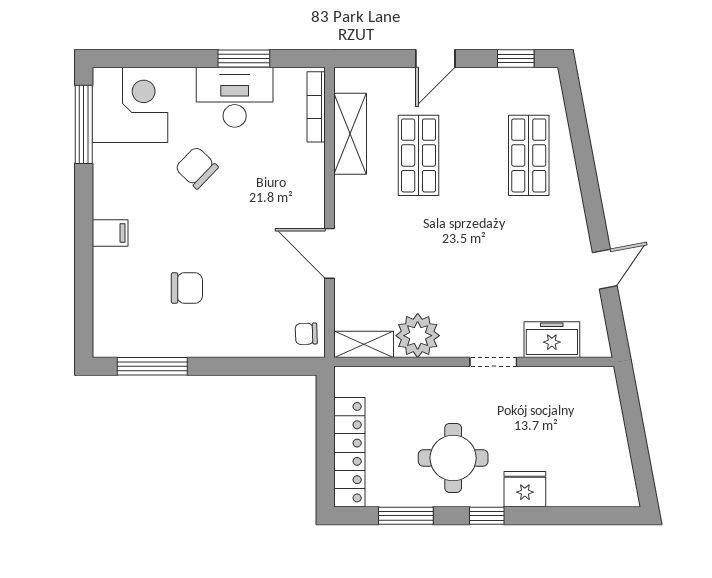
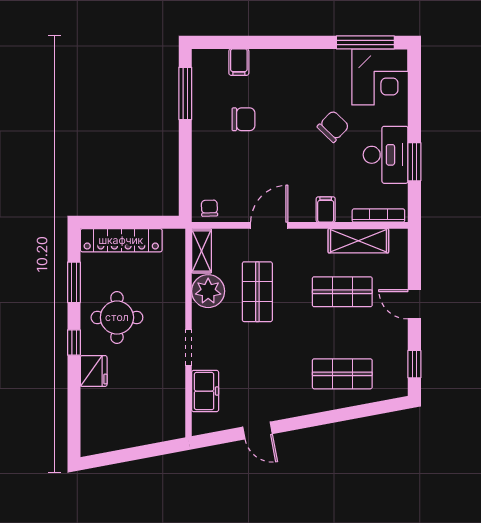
filing cabinet: (308, 178) -> (326, 210), added
filing cabinet: (110, 233) -> (239, 62), moved
shop shelf: (419, 269) -> (257, 292), added
chair: (187, 288) -> (244, 119), turned -90

